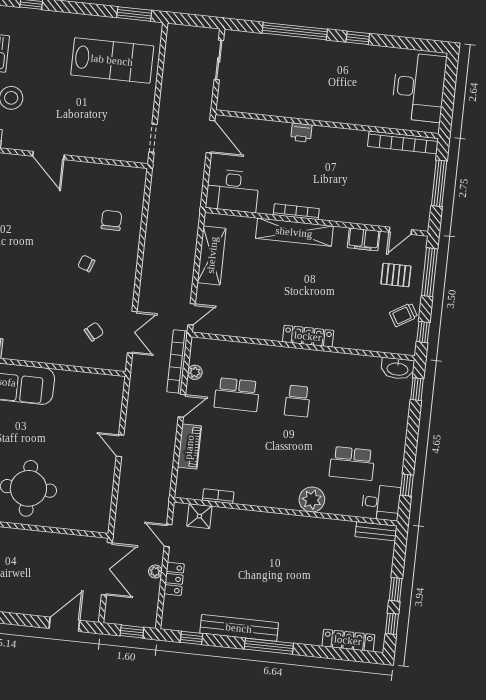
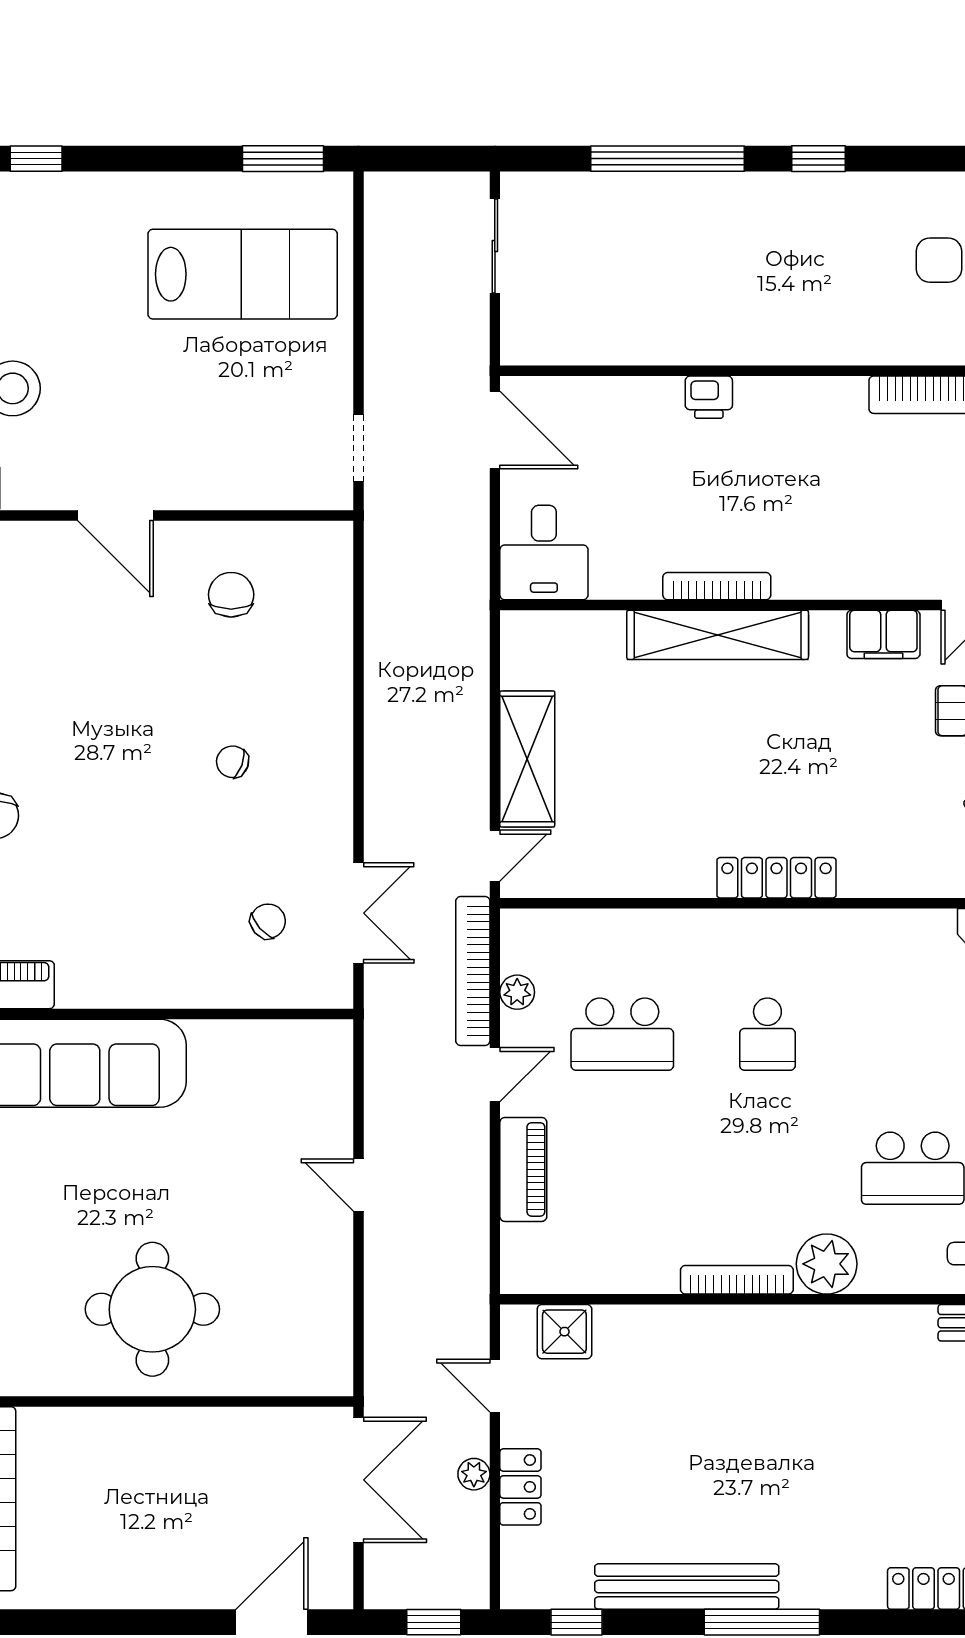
desk: (232, 191) -> (544, 553), width x0.73
chair: (111, 220) -> (231, 595), moved
shelving: (212, 255) -> (527, 759), moved
bookcase: (218, 496) -> (737, 1280), moved, width x1.56

